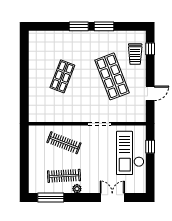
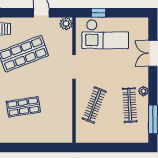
shop shelf: (62, 76) -> (23, 107), turned -30
plant: (140, 116) -> (66, 24), added

